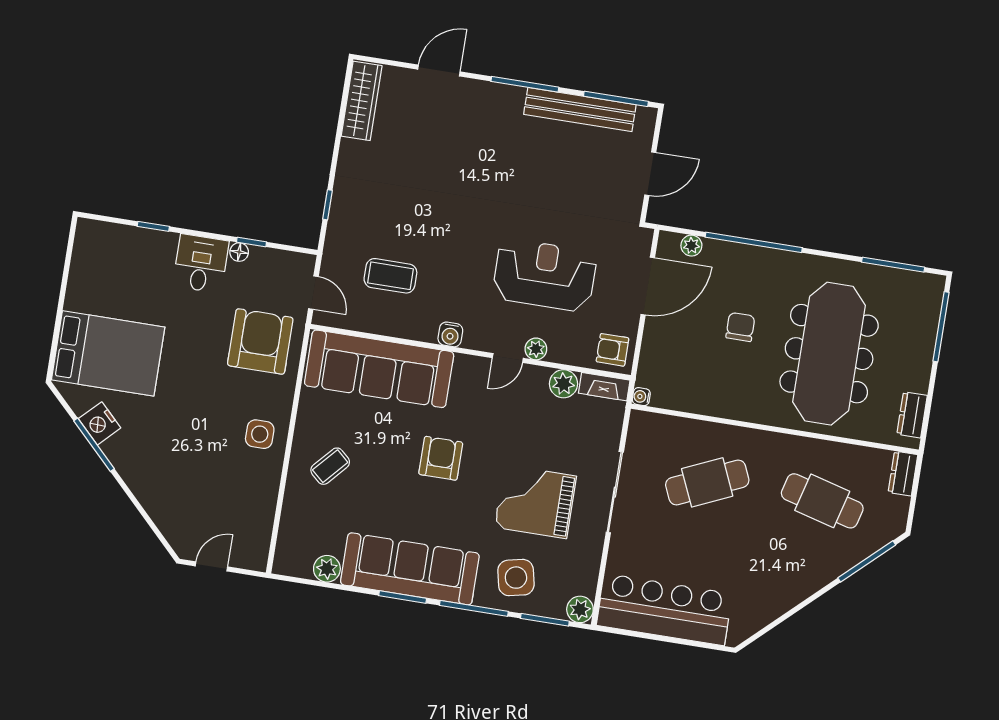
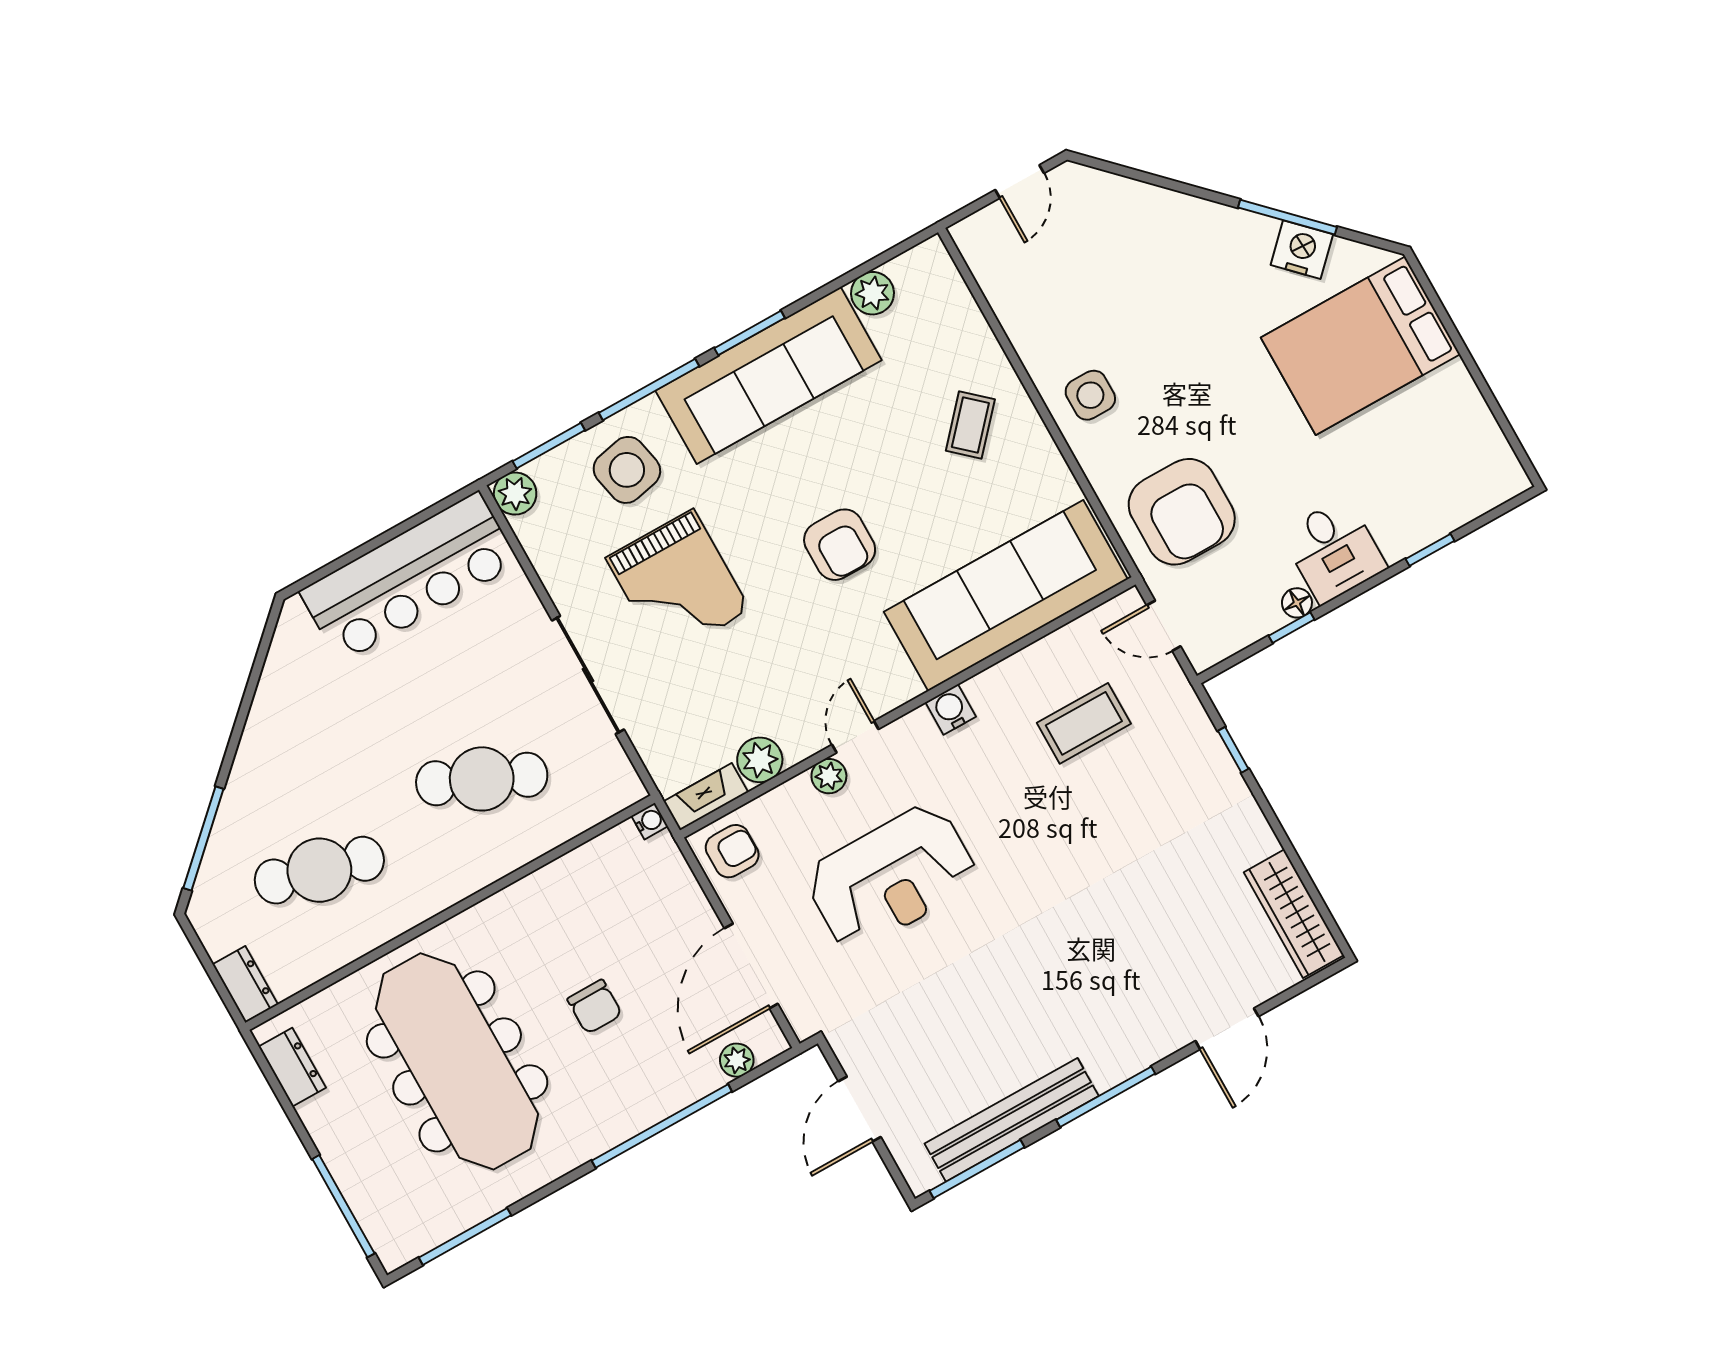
cafe table: (707, 482) -> (482, 779), turned 48
grand piano: (535, 502) -> (678, 584), turned 90

